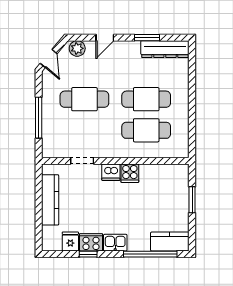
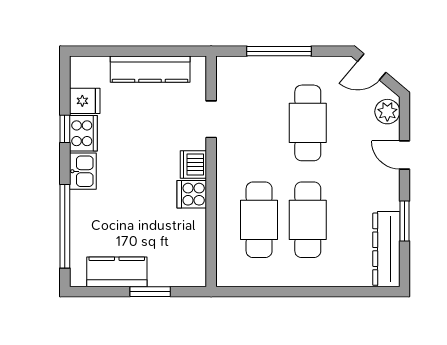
kitchen counter: (170, 242) -> (117, 272), moved, turned -90

